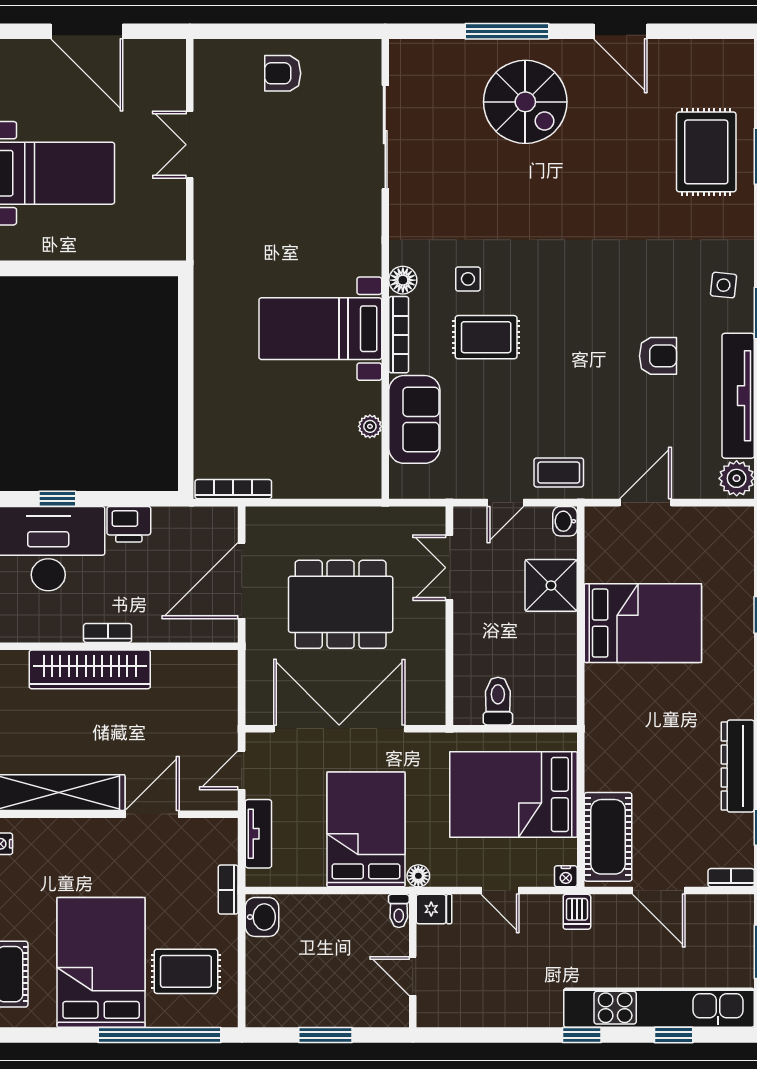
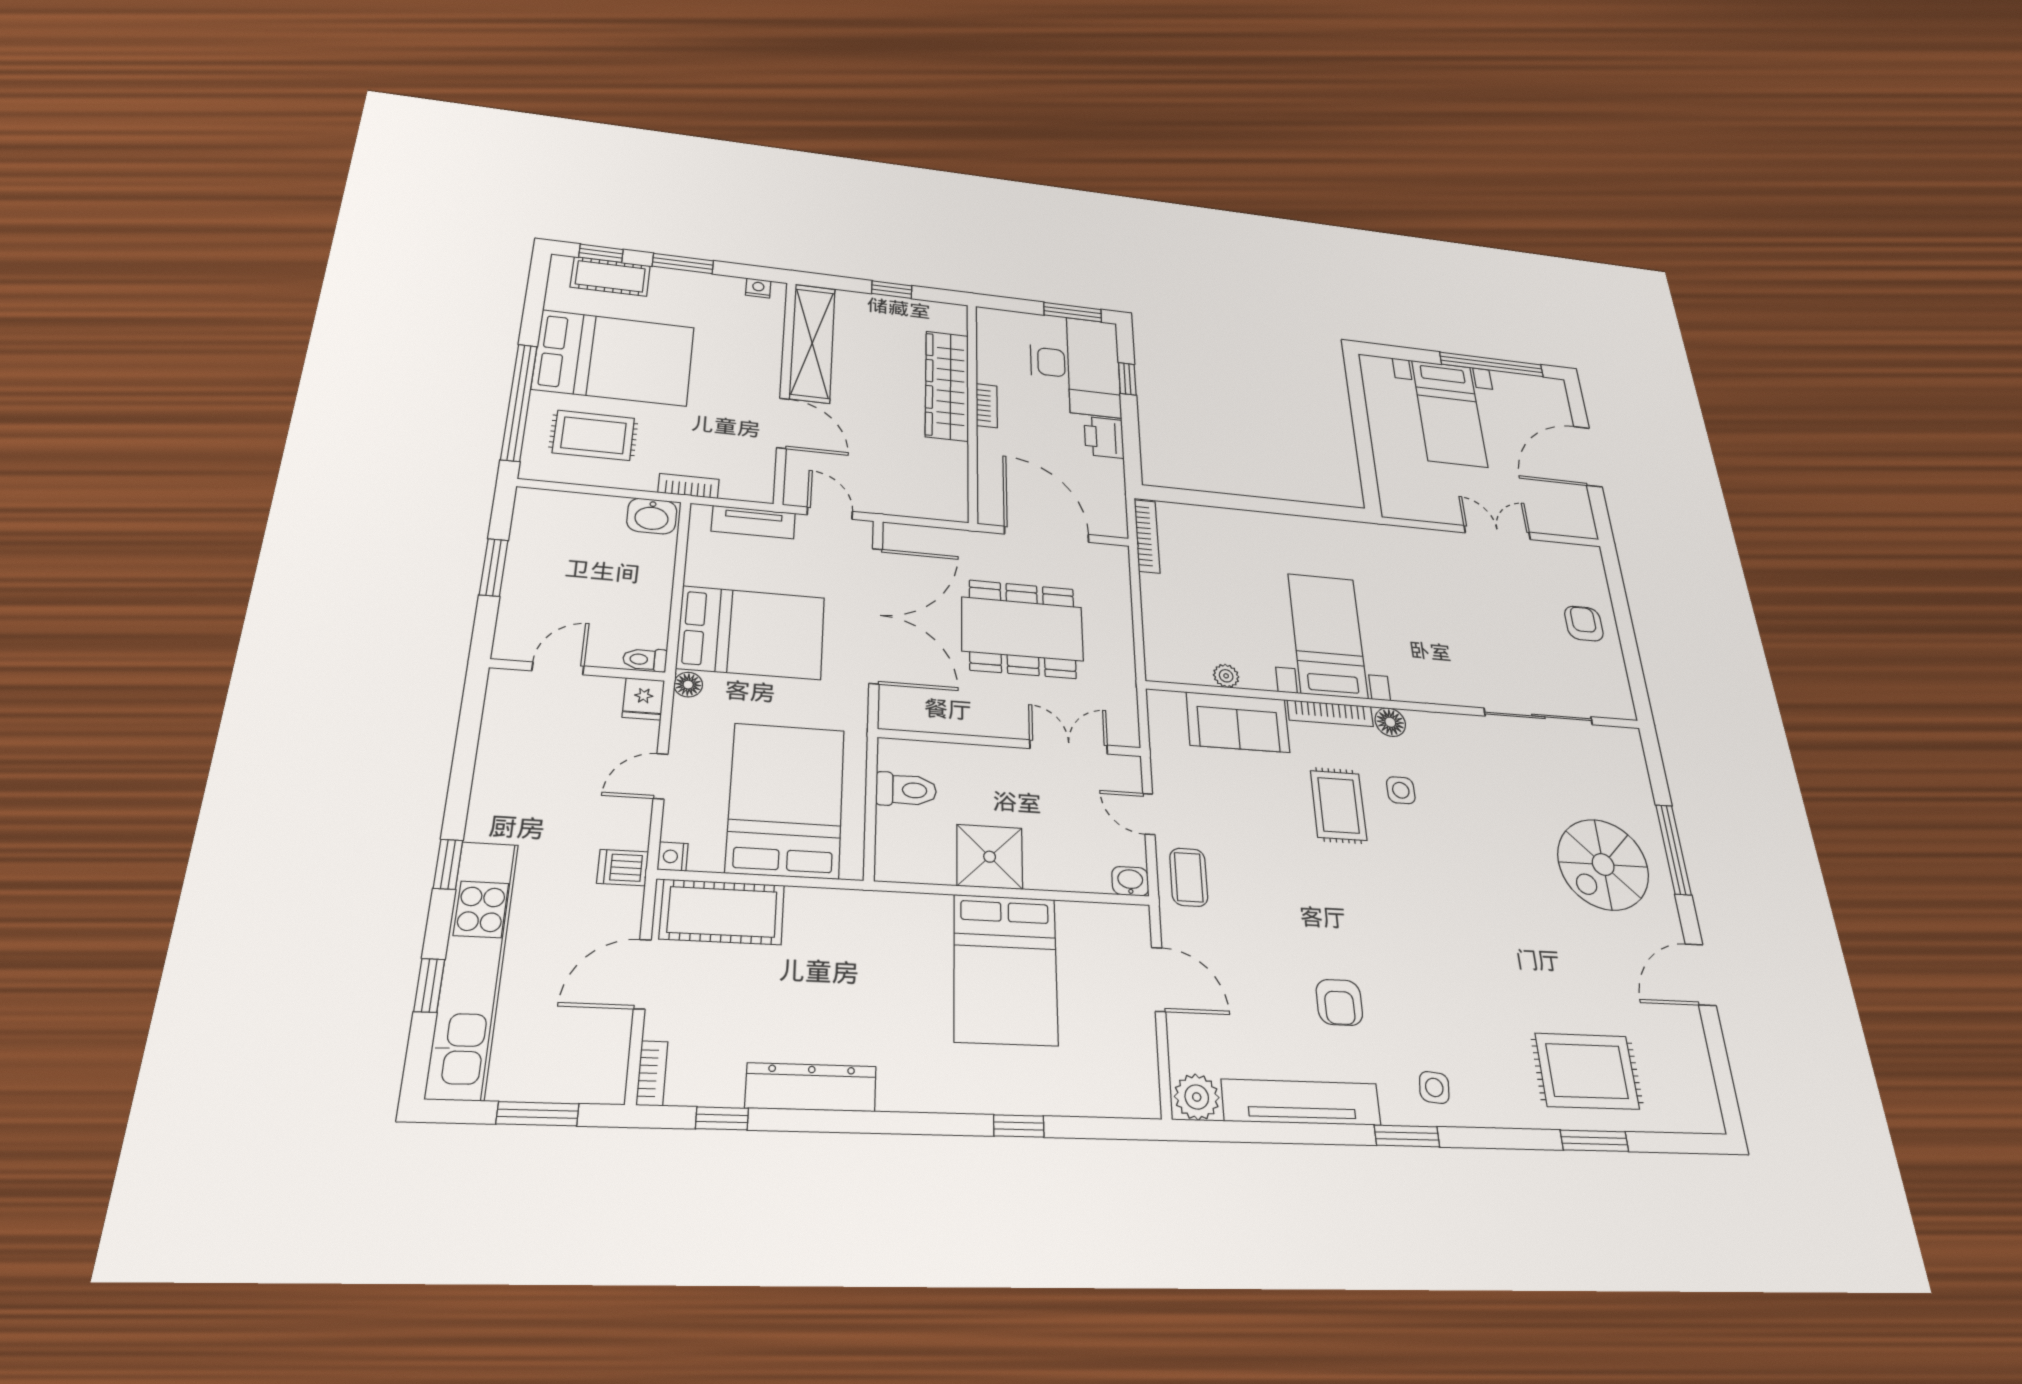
shower: (551, 585) -> (990, 857), moved
dining table: (341, 604) -> (1022, 629), turned 90
rug: (186, 971) -> (594, 435), turned 90

